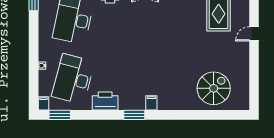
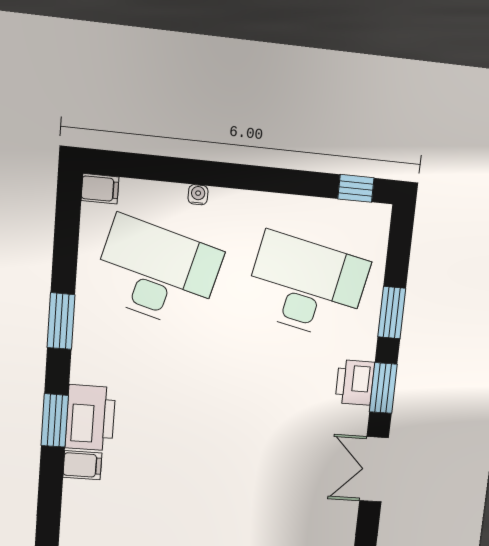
printer: (105, 101) -> (90, 418), moved
window: (60, 115) -> (61, 321), moved

